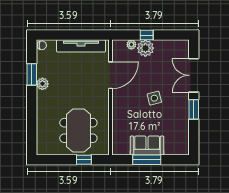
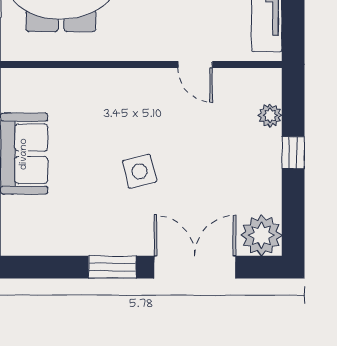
plant: (145, 48) -> (261, 235), moved
door: (110, 75) -> (195, 64), width x0.53

